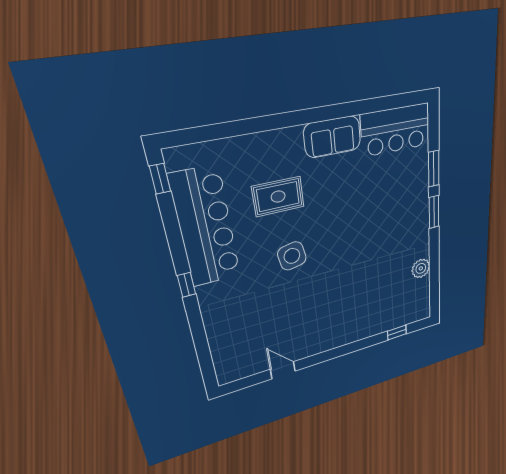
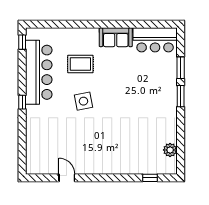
plant: (421, 268) -> (170, 150), moved

